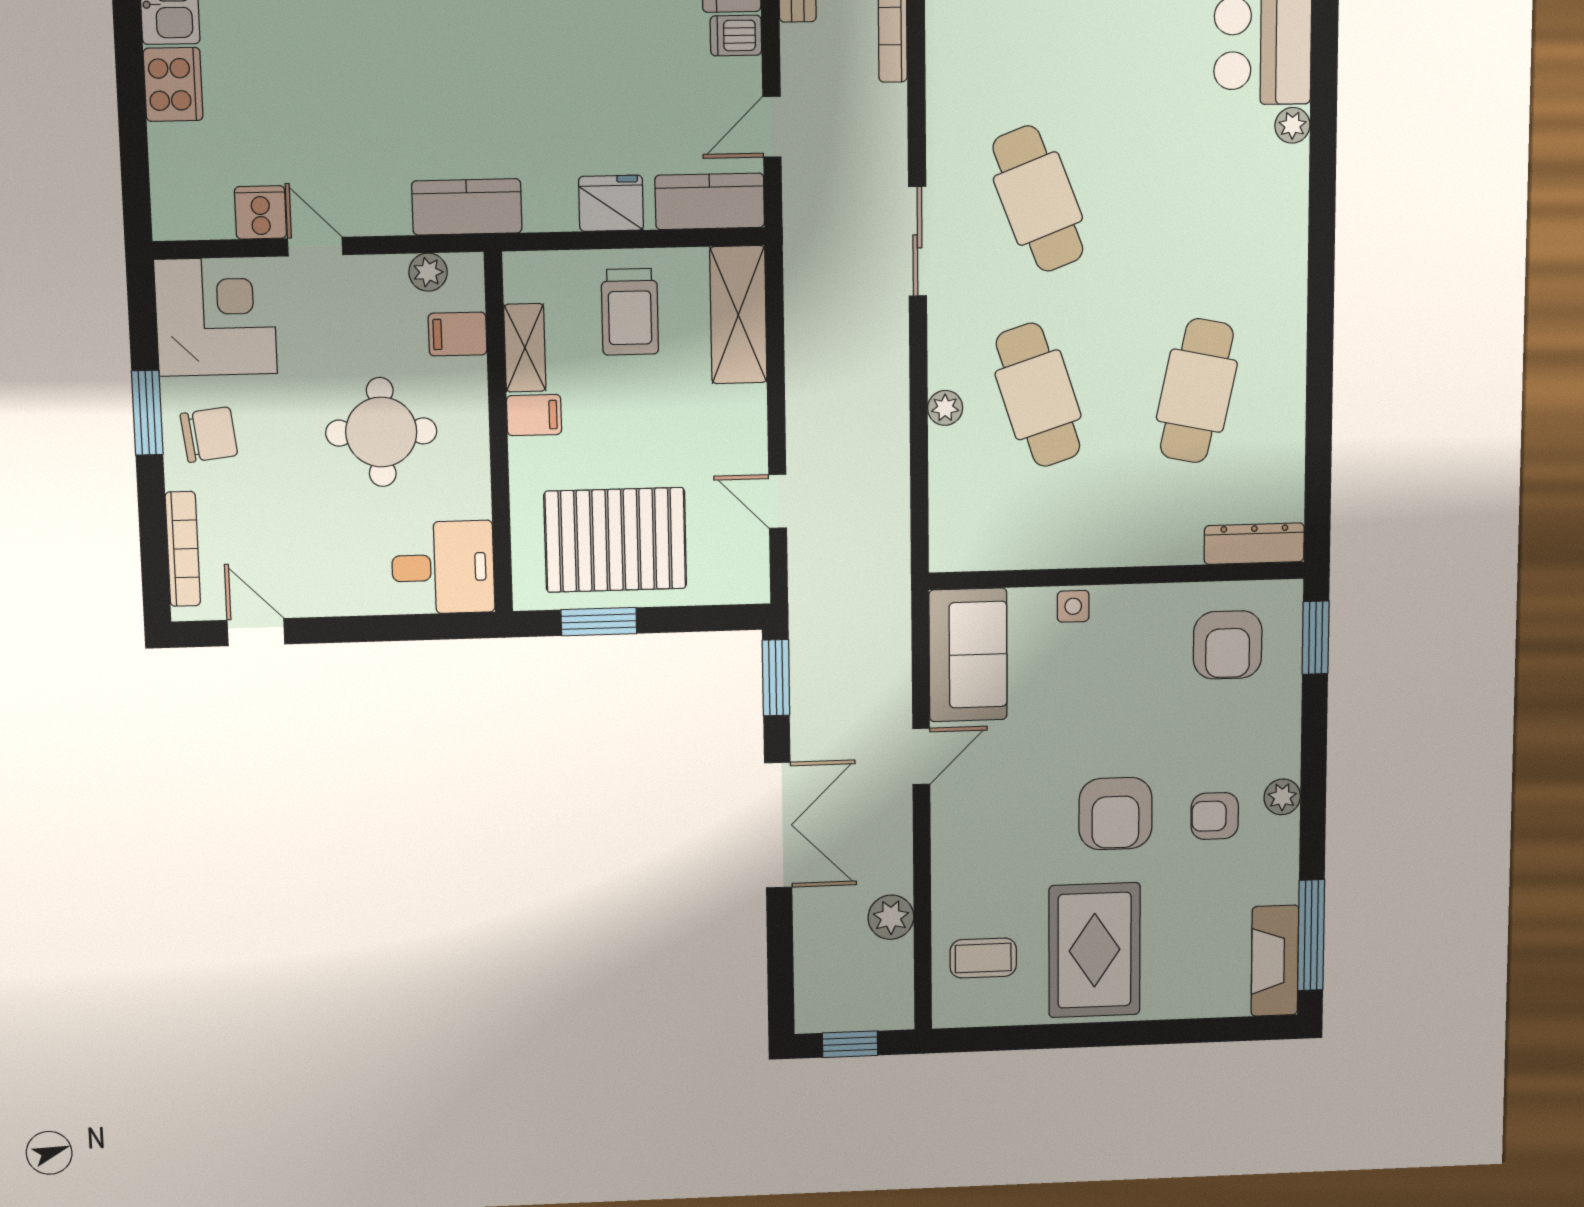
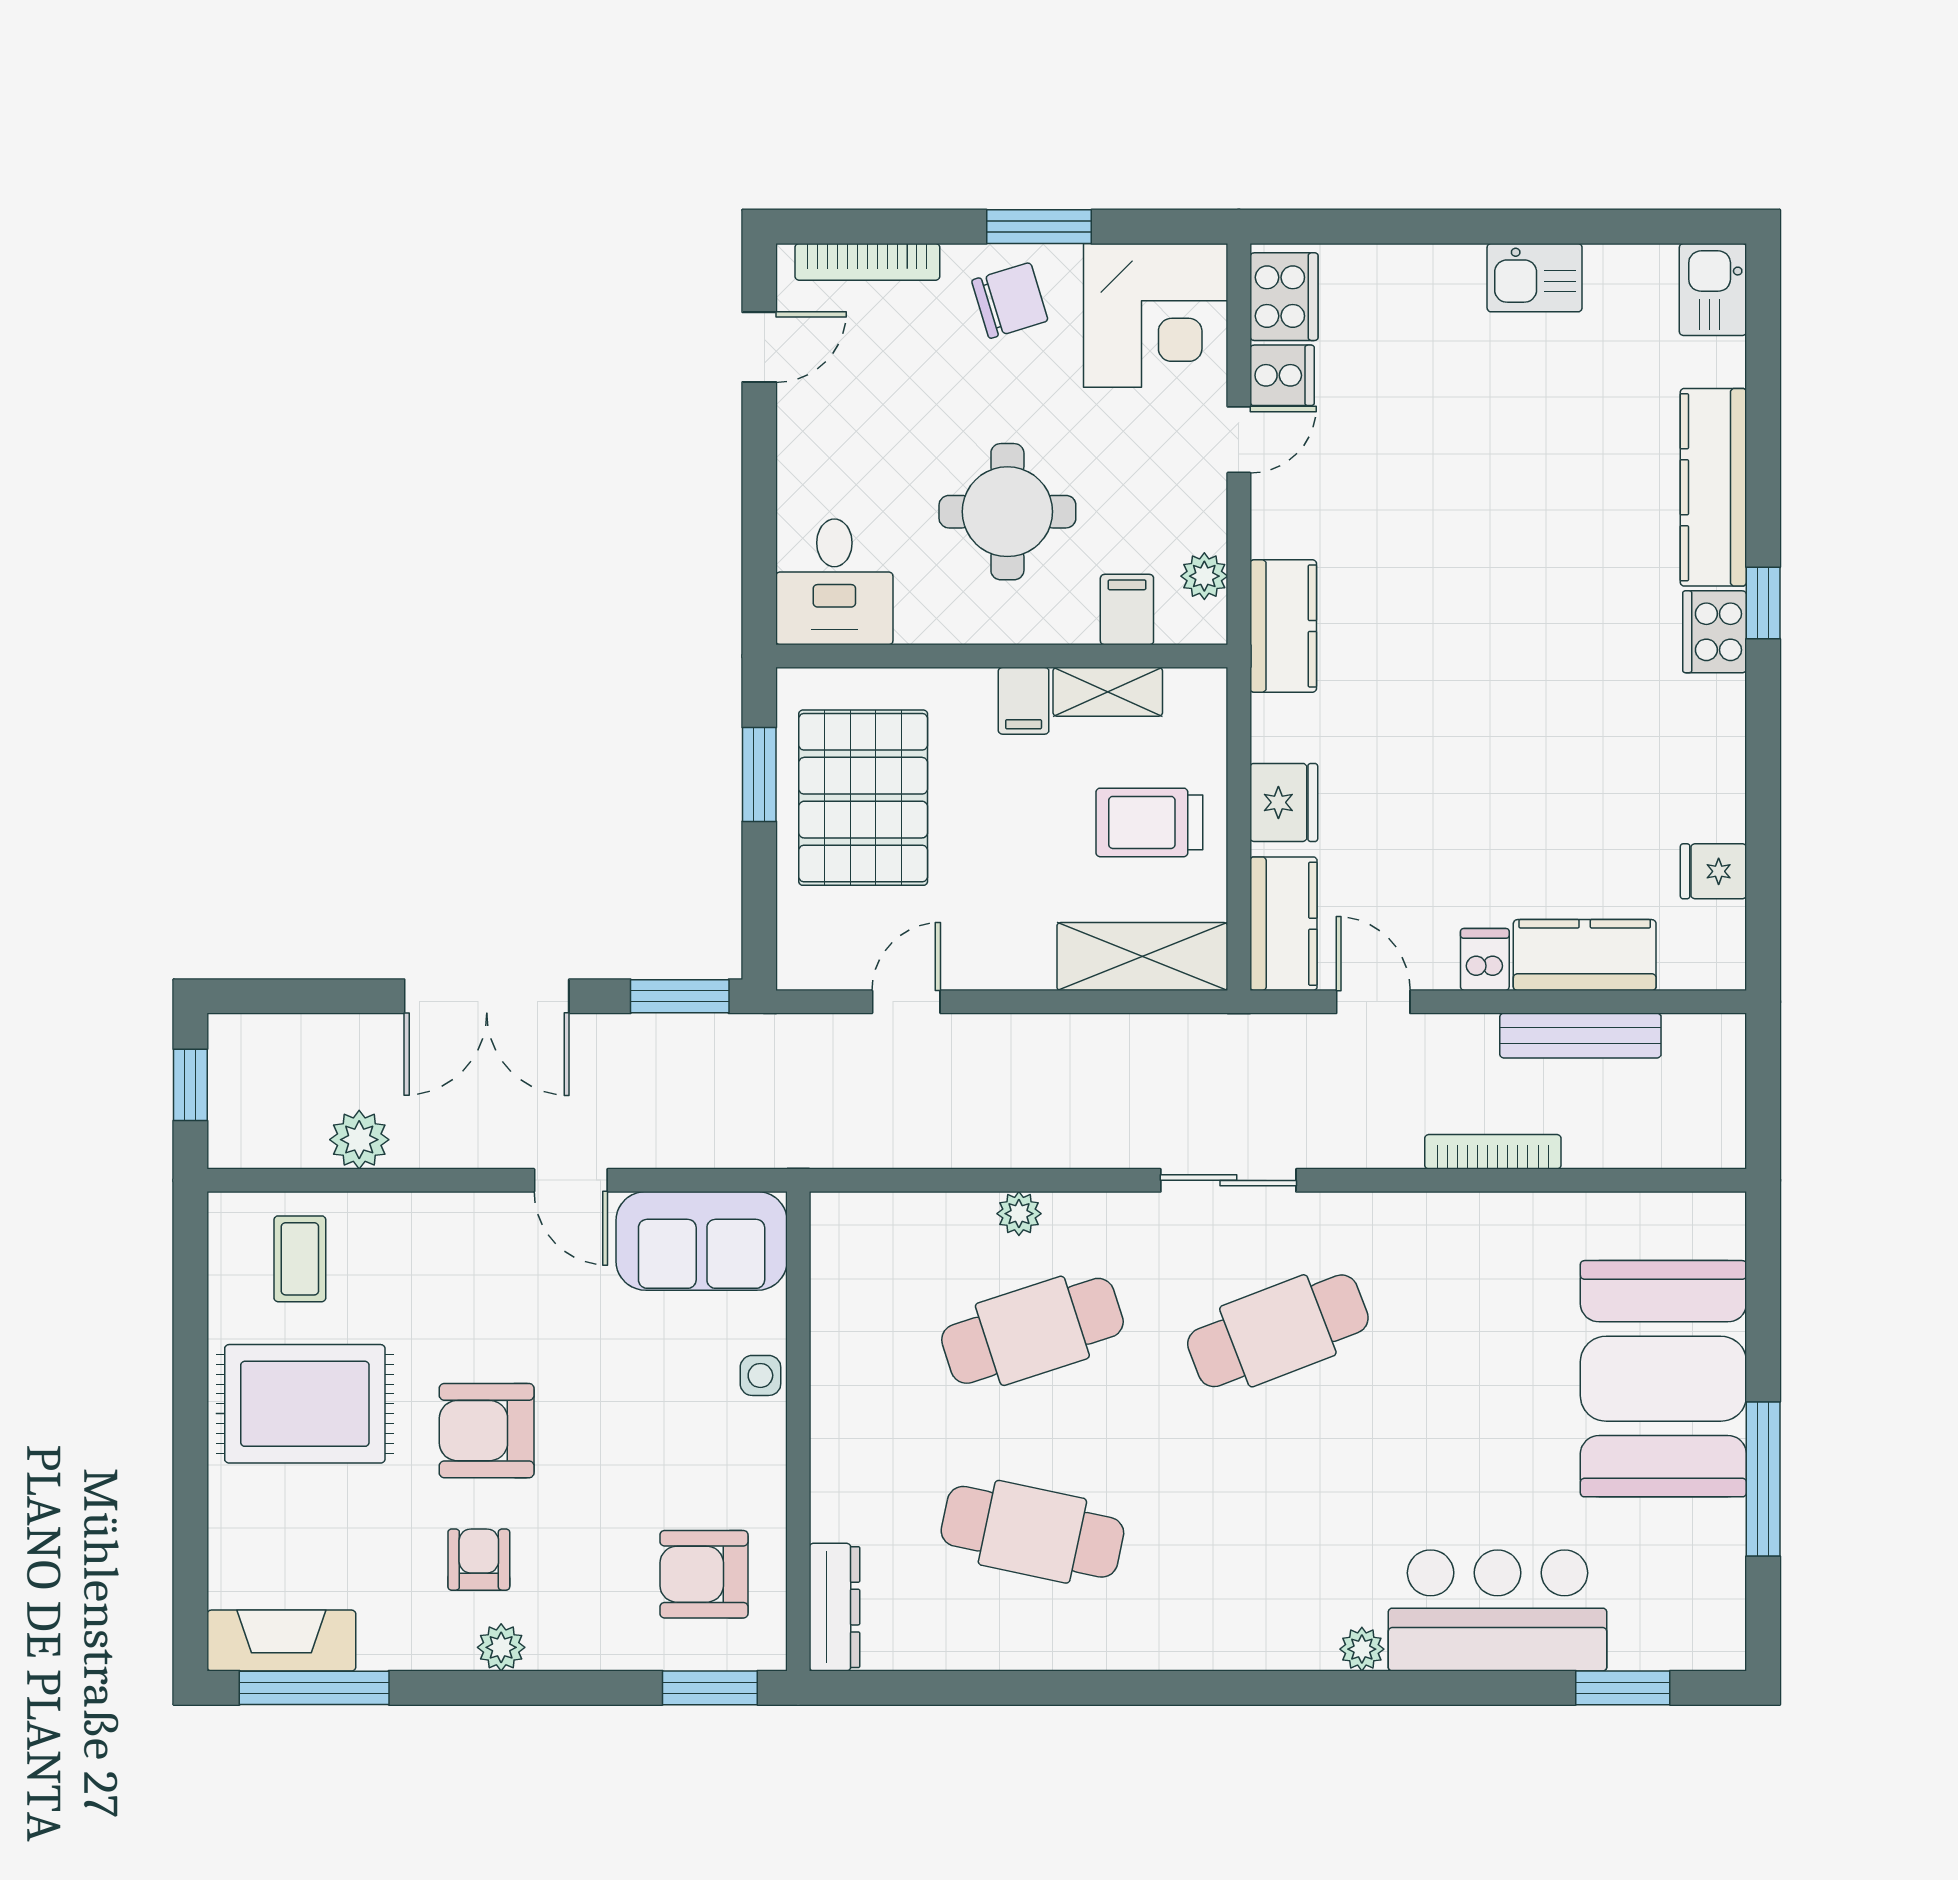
cooker: (173, 84) -> (1284, 297), moved, turned -90
chair: (209, 435) -> (1010, 301), turned -100

